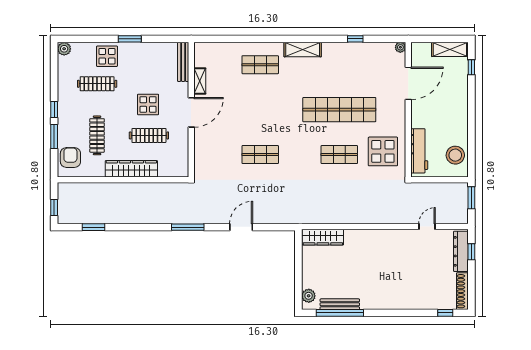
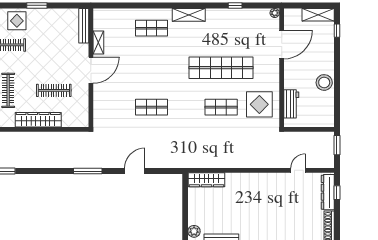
display table: (148, 104) -> (53, 63), removed
workbench: (419, 151) -> (291, 104), width x0.73
stool: (455, 155) -> (324, 82), moved

